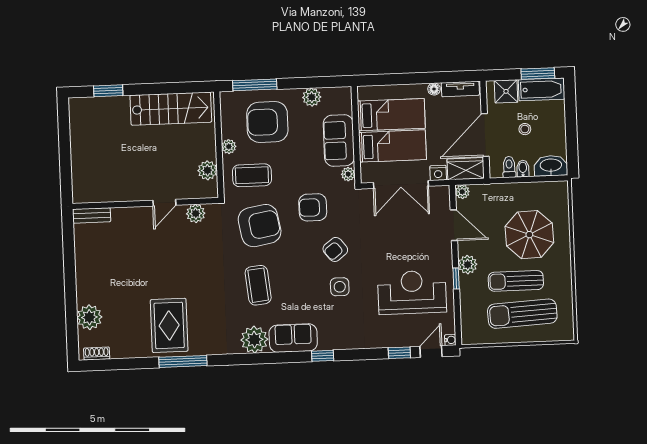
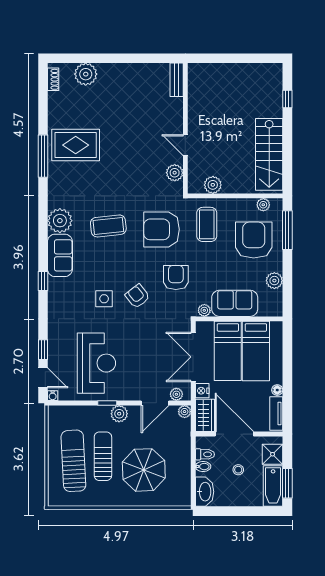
window: (108, 91) -> (287, 99), width x0.67
plant: (229, 147) -> (263, 205), moved
plant: (443, 202) -> (176, 394), added
armchair: (260, 226) -> (162, 229), turned 100

